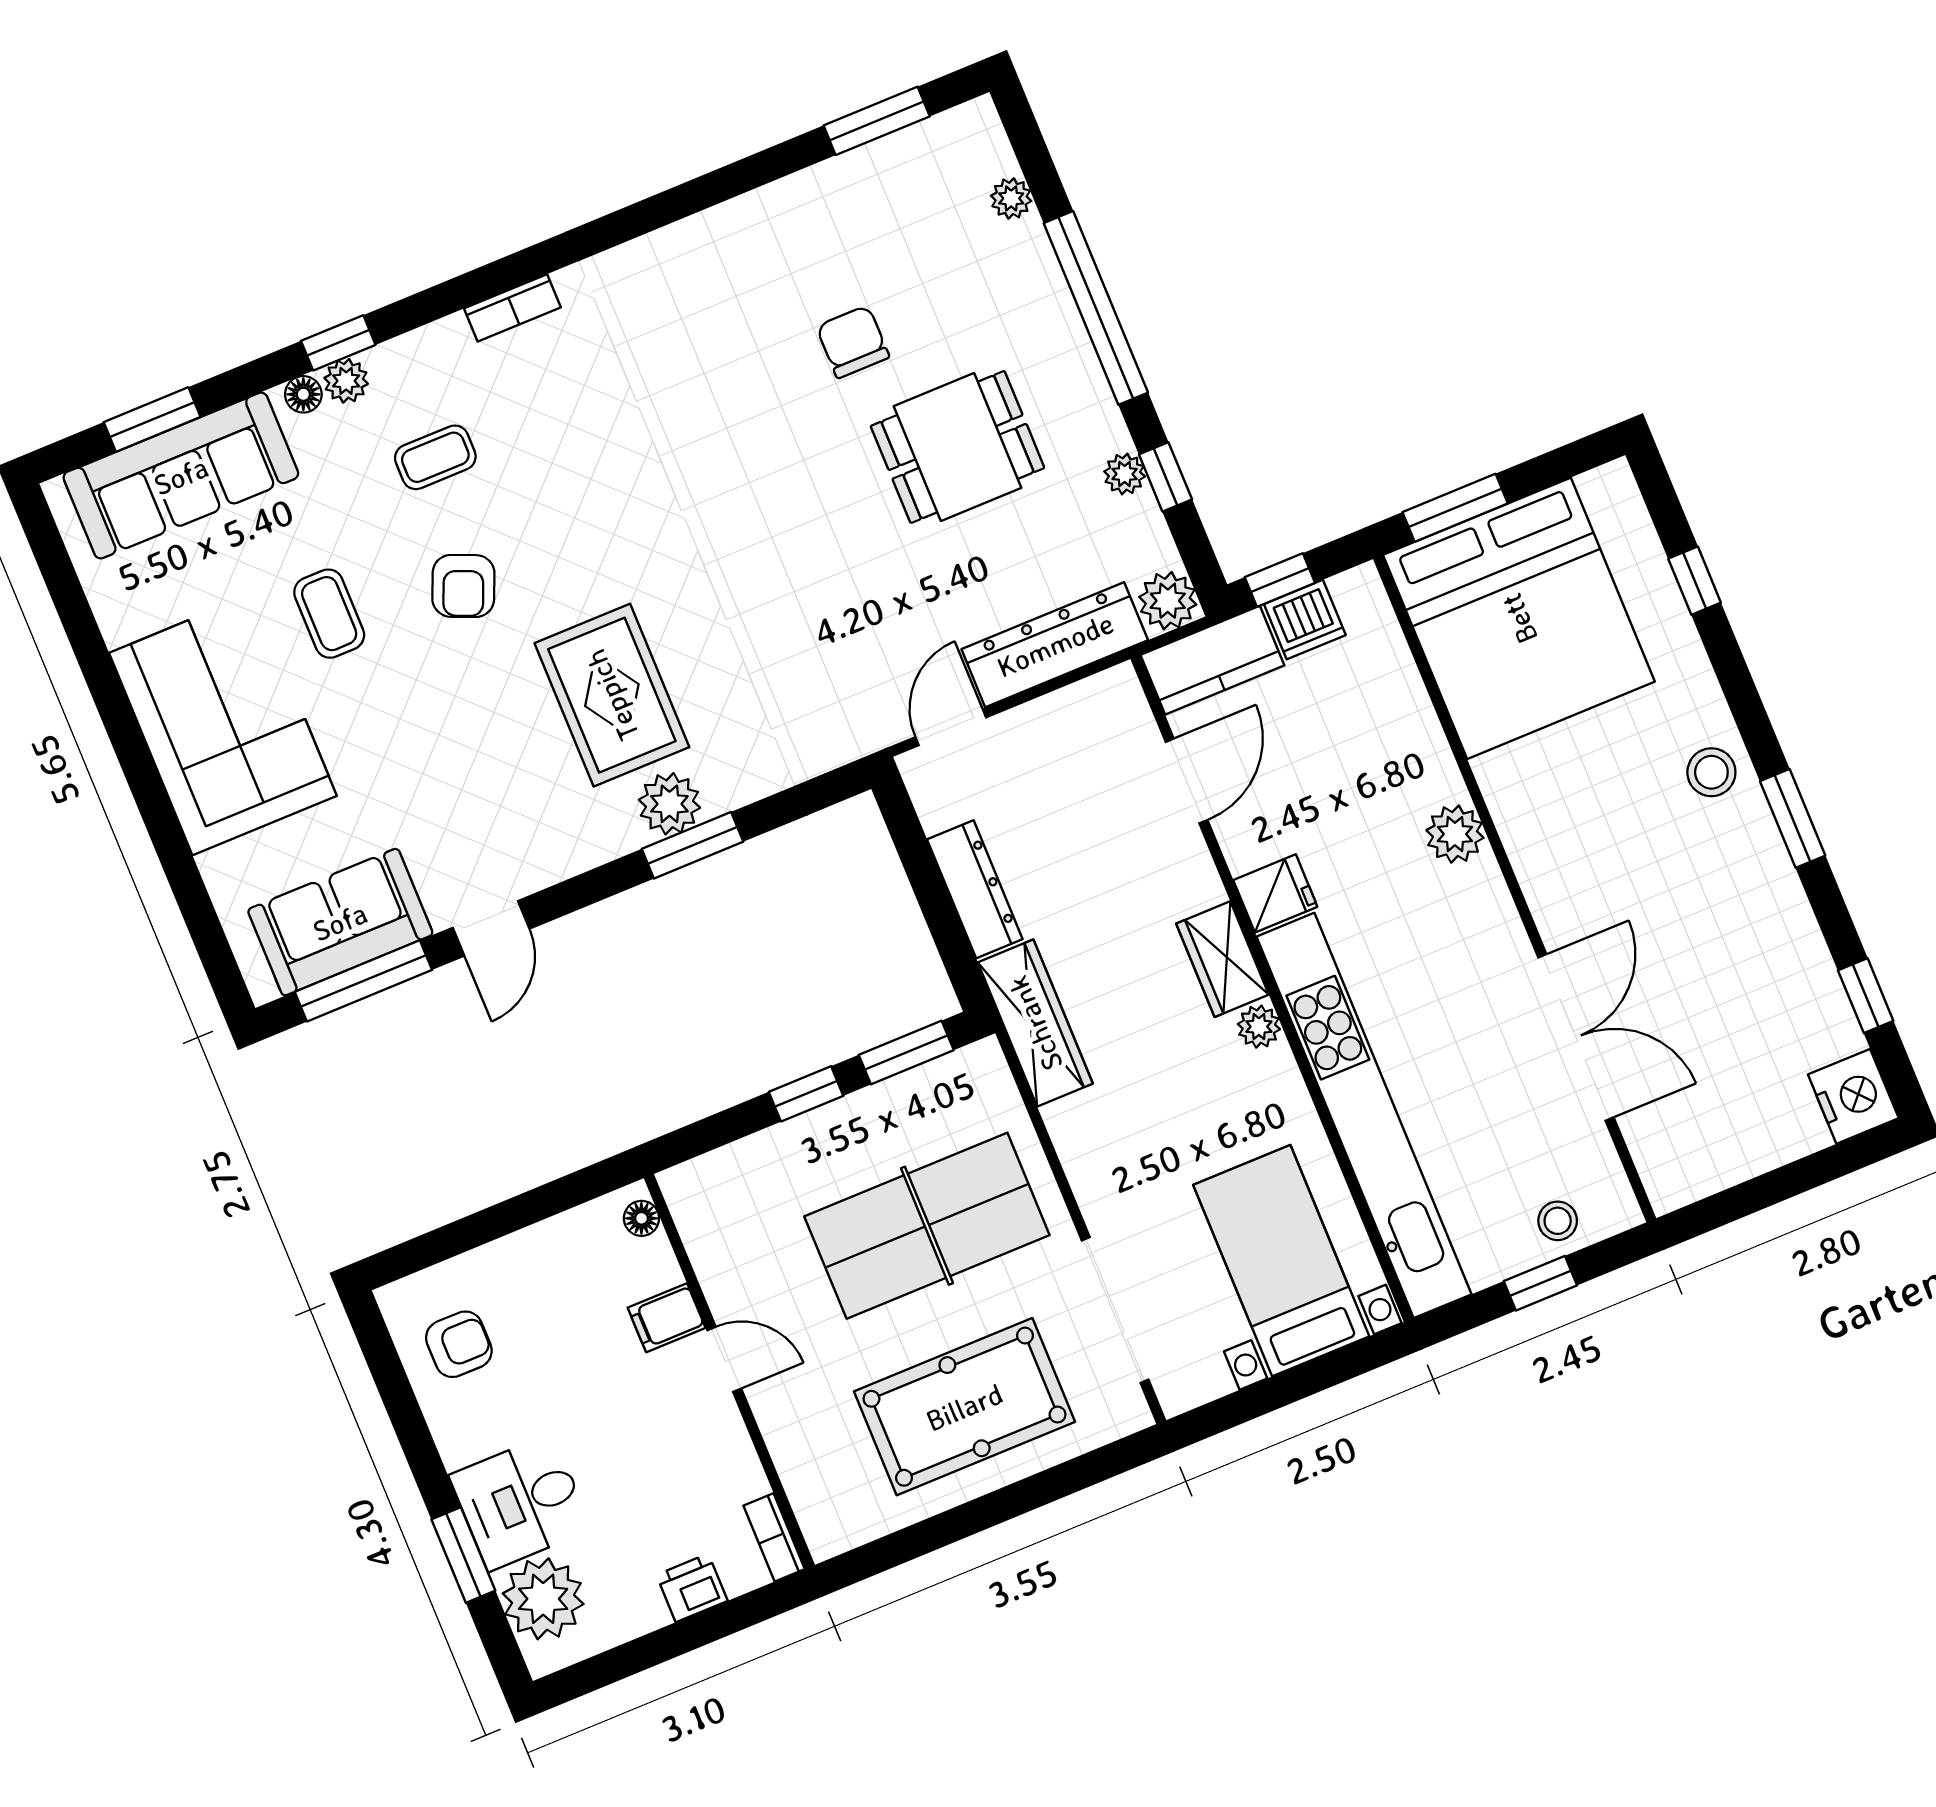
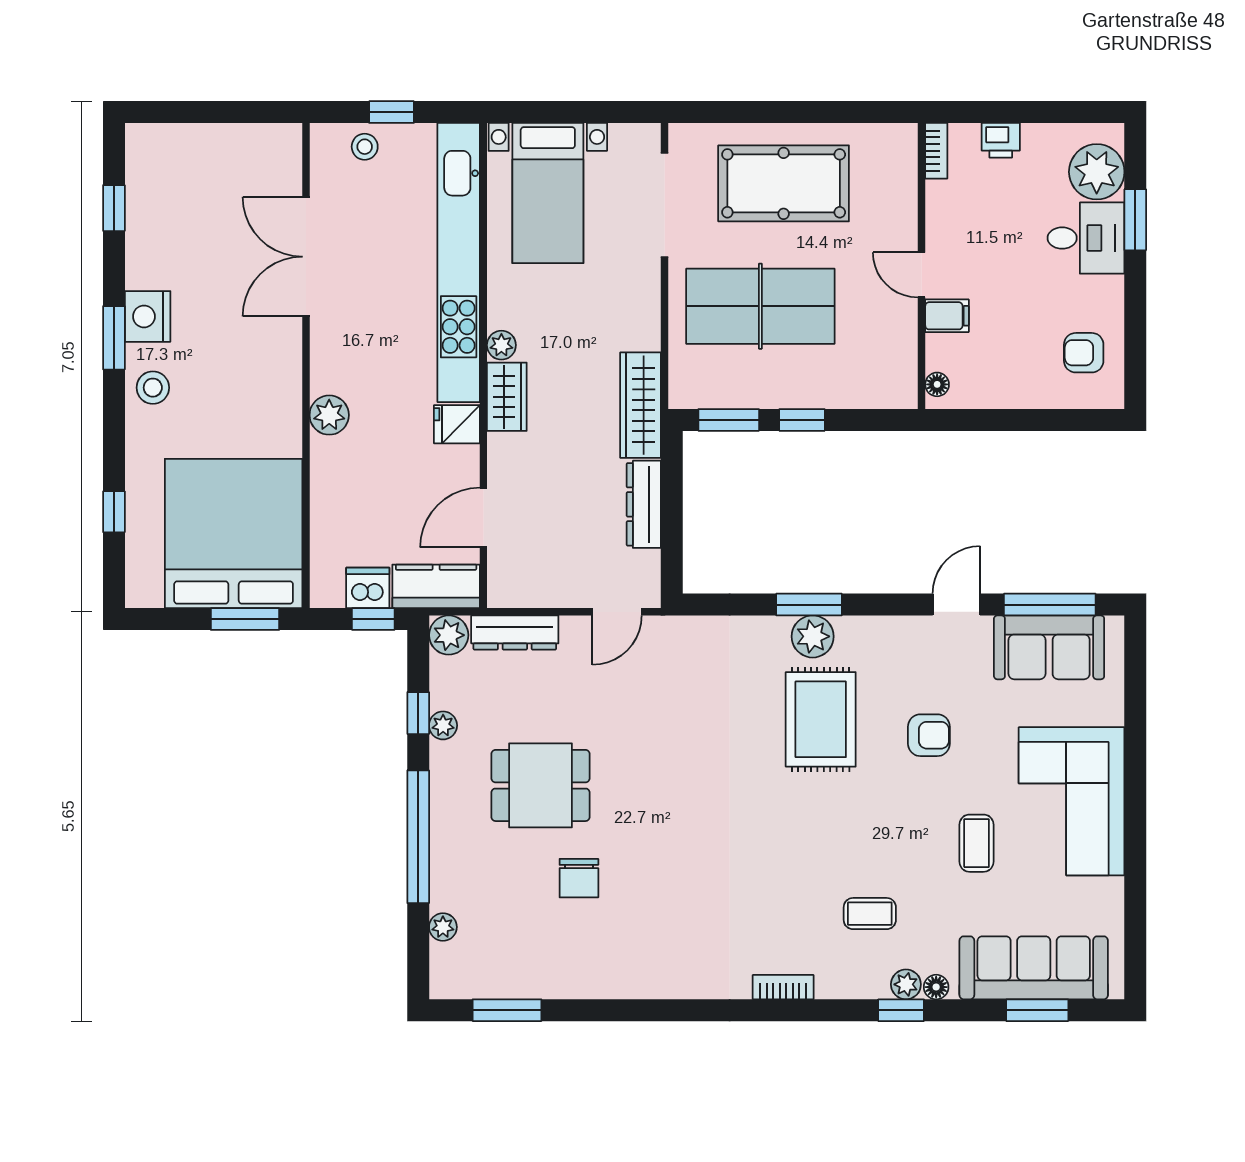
armchair: (463, 586) -> (929, 735), moved, turned 67
dresser: (1055, 645) -> (515, 633), width x0.73, depth x0.80
nightstand: (1853, 1096) -> (148, 316), moved

